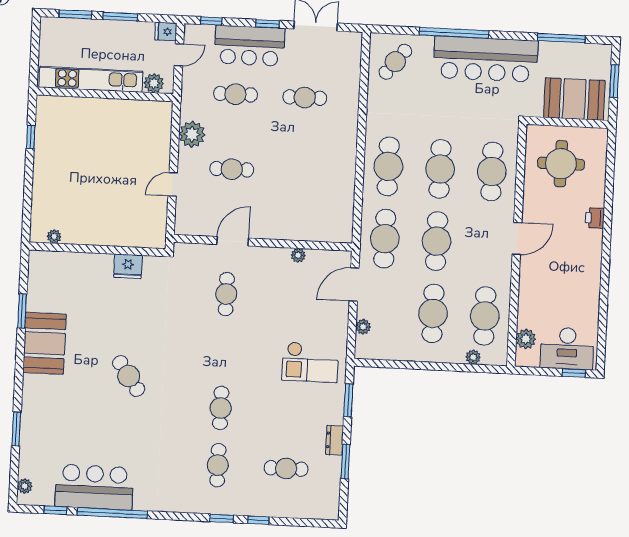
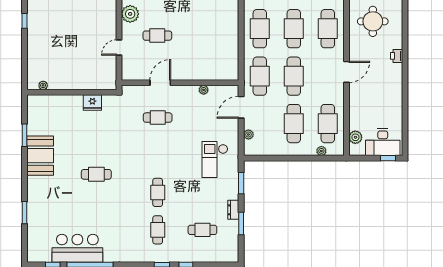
cafe table: (226, 294) -> (158, 118), turned 90
checkout: (310, 362) -> (215, 159), turned 90
cafe table: (129, 376) -> (96, 174), turned -55
plant: (25, 486) -> (32, 250), removed

